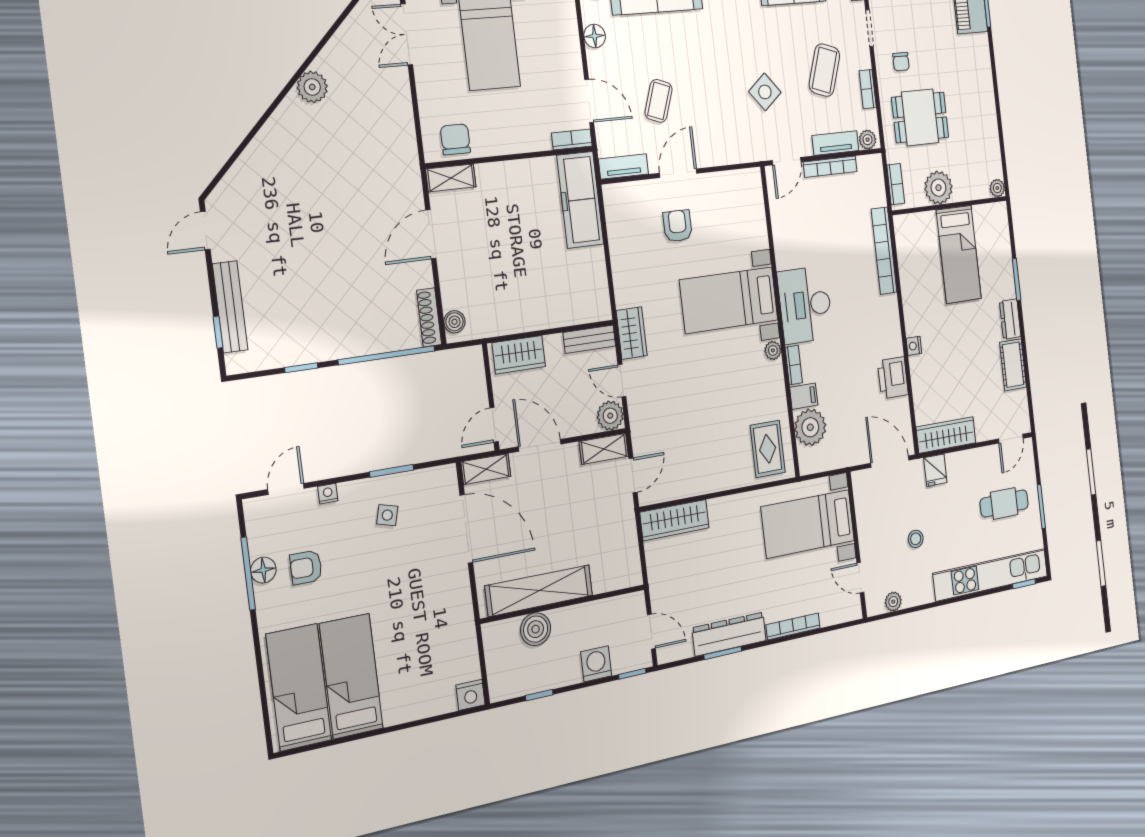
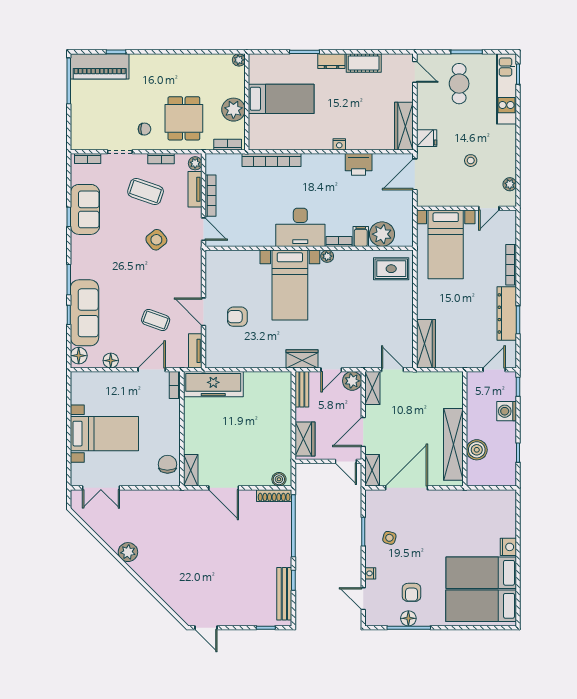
chair: (455, 139) -> (167, 464), turned 90
bench: (230, 307) -> (284, 594), moved, turned 90
kitchen unit: (991, 575) -> (506, 89), width x0.73
nightstand: (470, 695) -> (508, 547), moved

